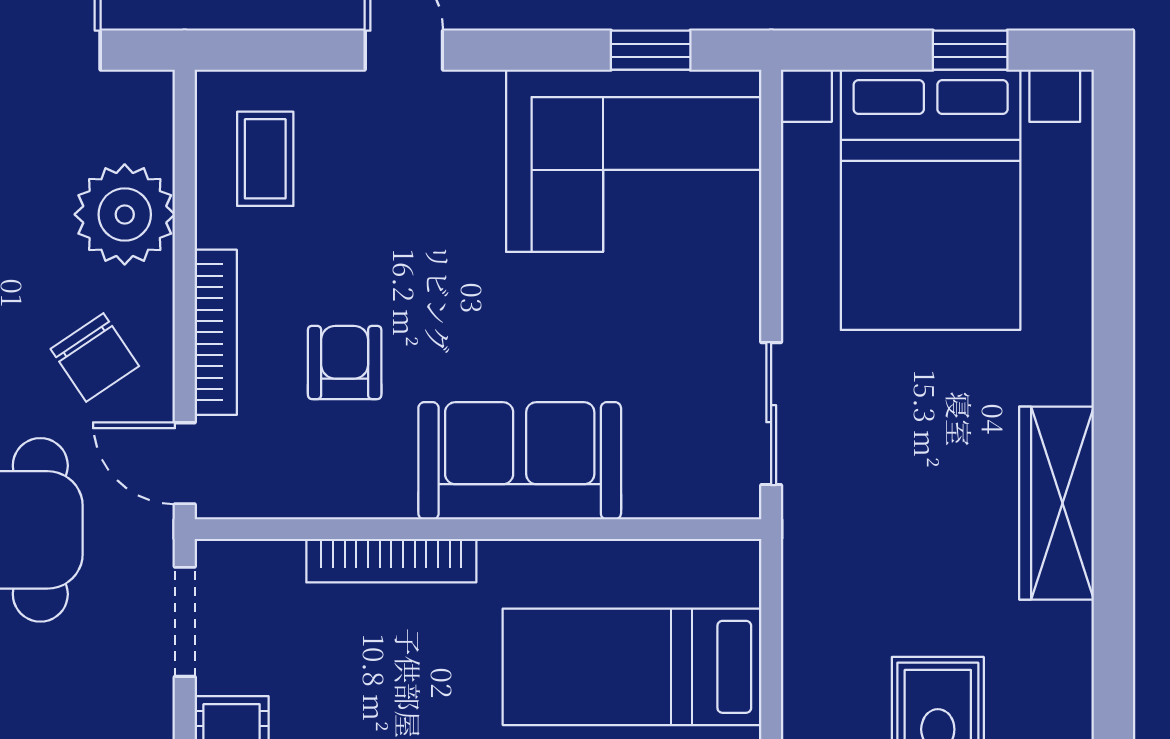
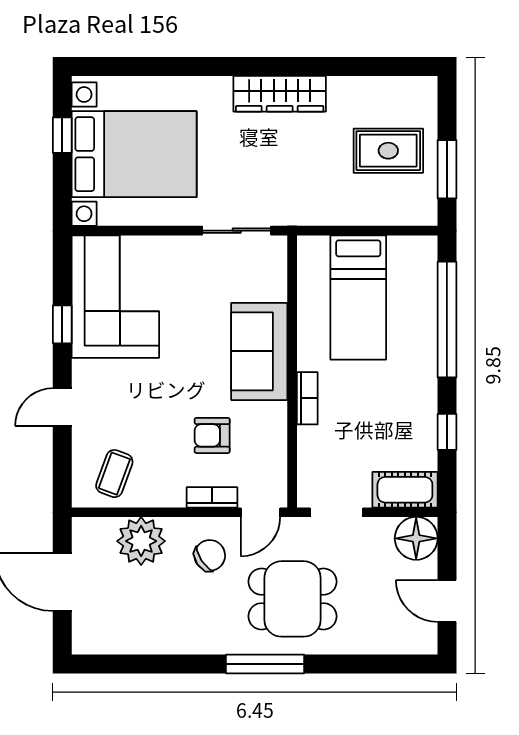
window: (651, 50) -> (62, 324), moved
coffee table: (265, 159) -> (114, 474), turned -70
bookcase: (216, 332) -> (212, 497), width x0.64
bookcase: (391, 561) -> (307, 398), width x0.64

